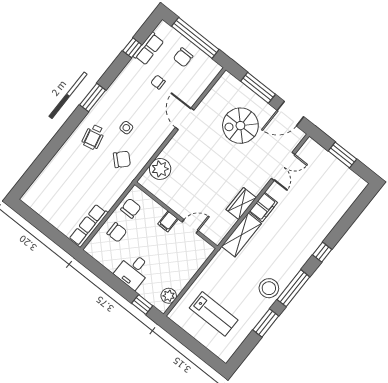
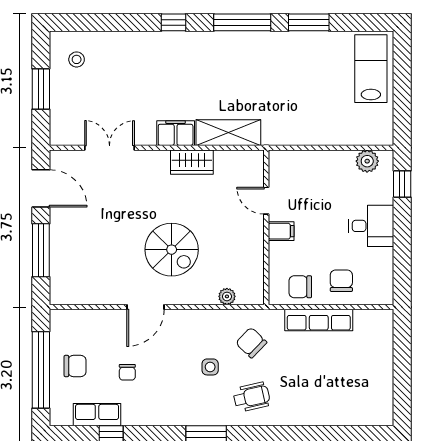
spiral stairs: (240, 126) -> (172, 250), moved
plant: (160, 169) -> (227, 296), width x0.53, depth x0.53
row of seats: (89, 226) -> (319, 320), moved
stool: (269, 288) -> (77, 59), moved, width x0.53, depth x0.53
lab bench: (214, 314) -> (371, 69), moved

